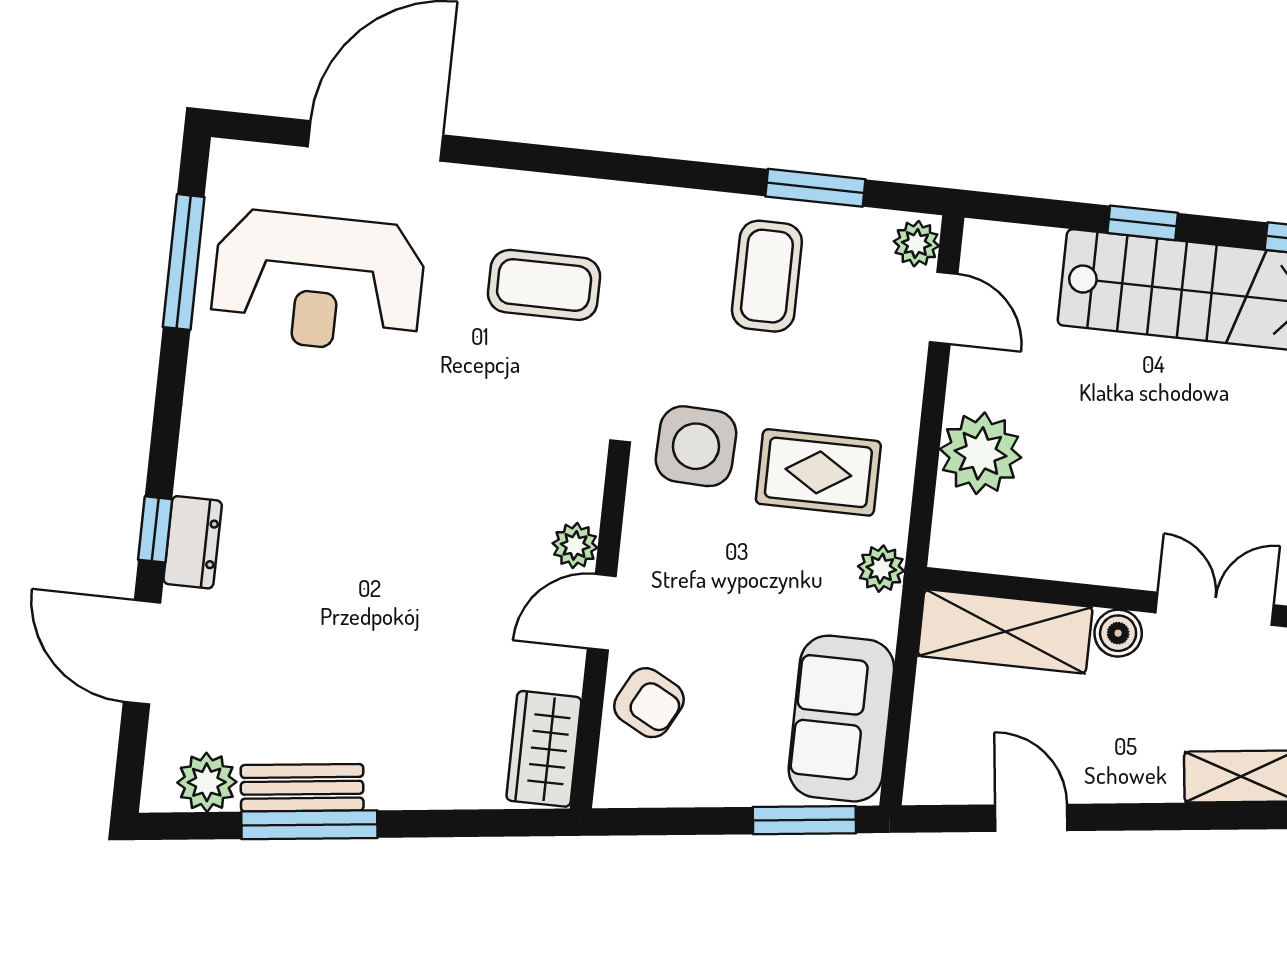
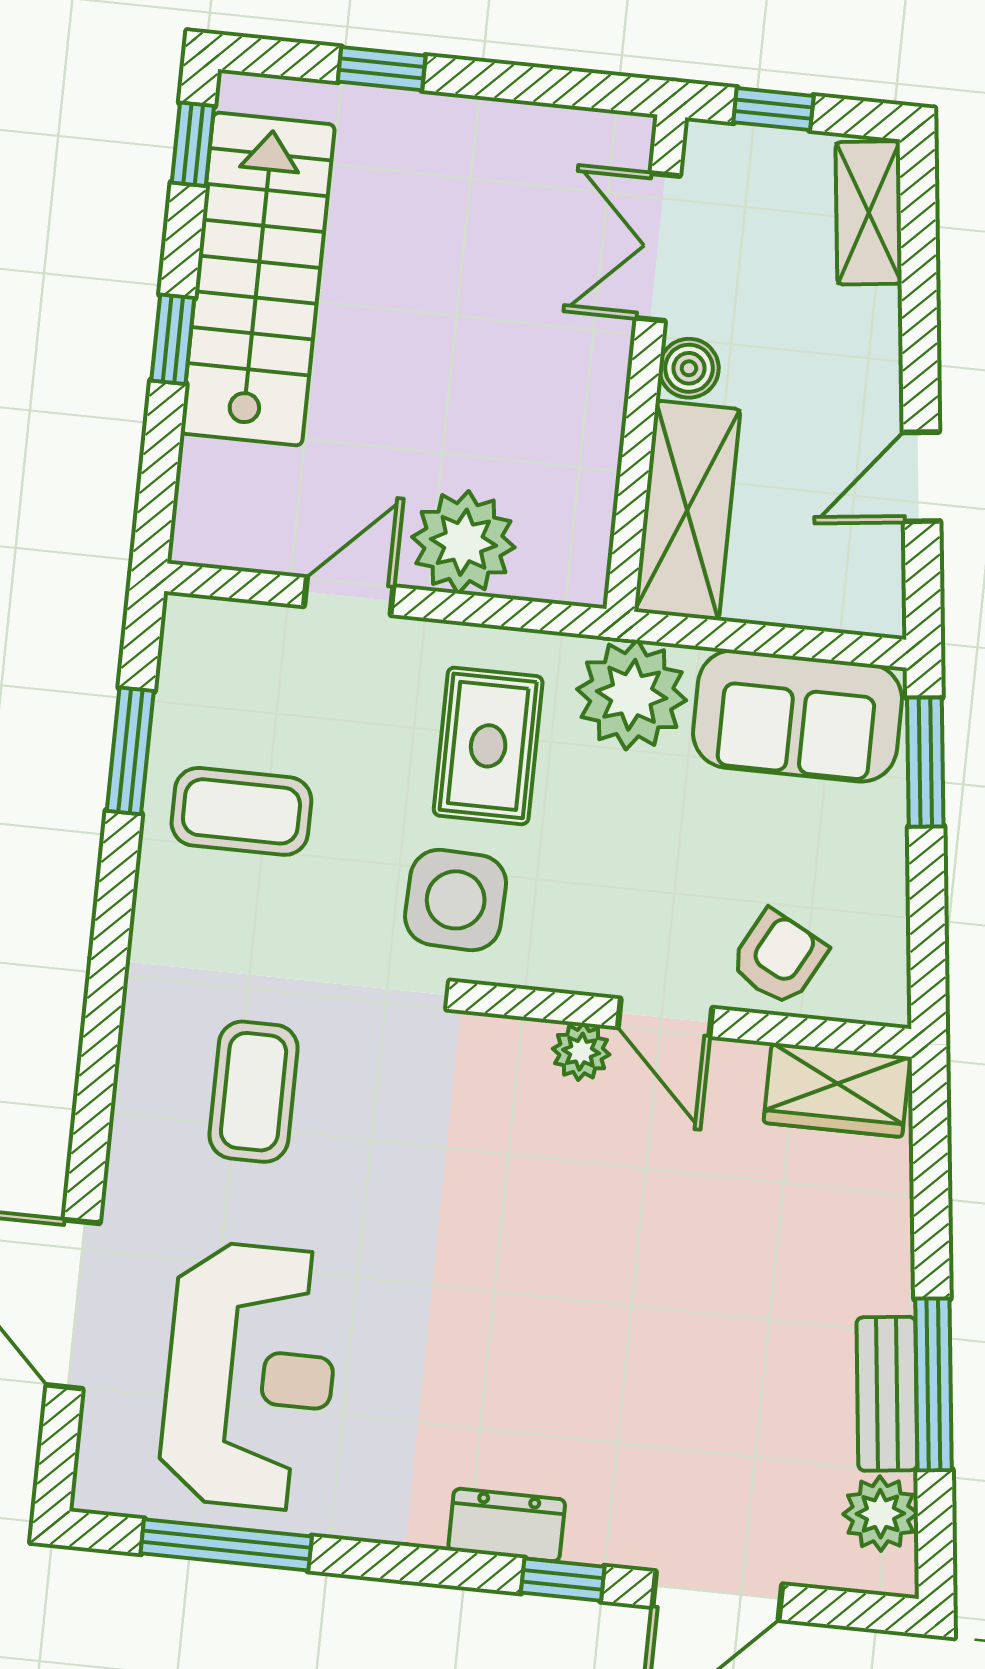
plant: (916, 244) -> (200, 624), removed
door: (944, 308) -> (349, 596), moved
dresser: (193, 542) -> (507, 1525), moved
plant: (881, 569) -> (632, 695), width x1.87, depth x1.87

